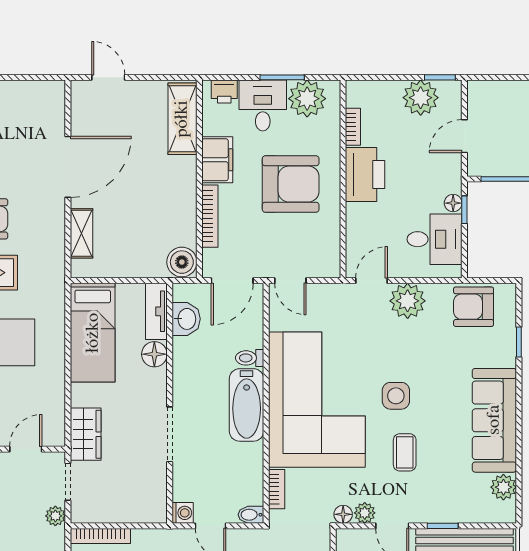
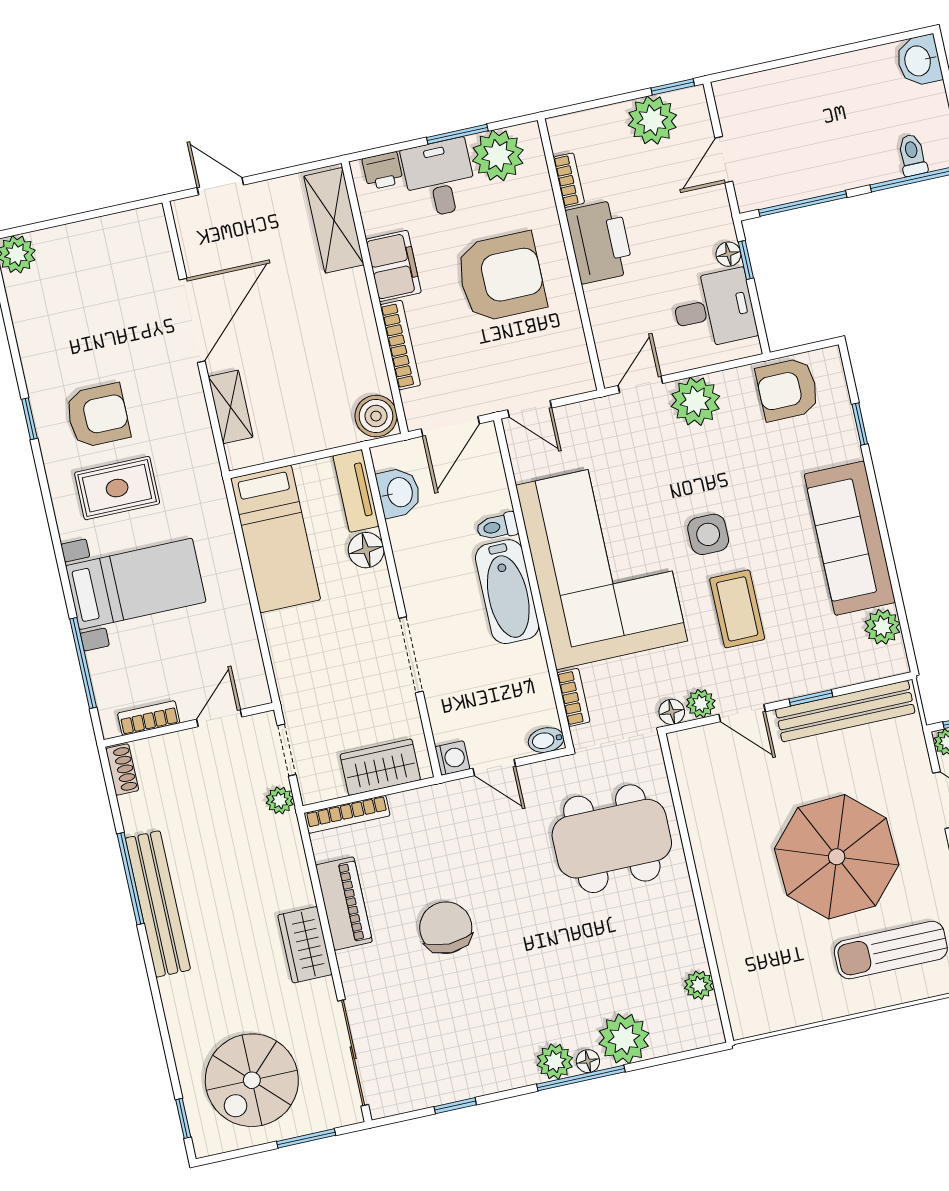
wardrobe: (86, 434) -> (380, 767), moved, turned -90
coffee table: (405, 452) -> (737, 609), width x1.36, depth x1.30

